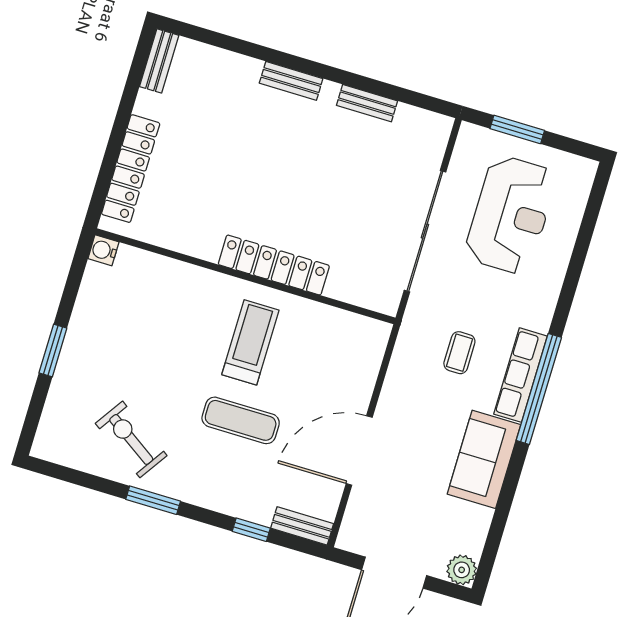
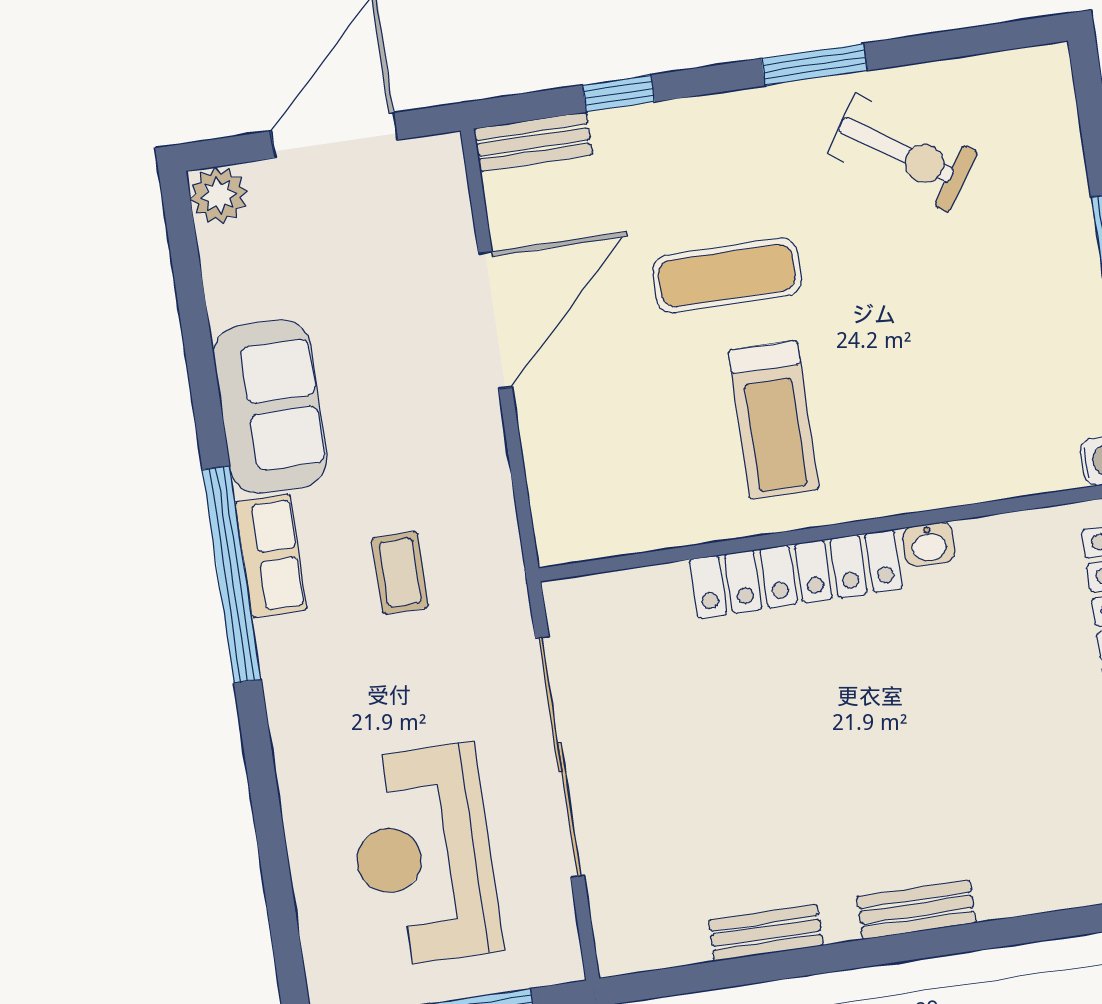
washbasin: (205, 250) -> (929, 544), added
row of seats: (520, 375) -> (271, 556), width x0.68

